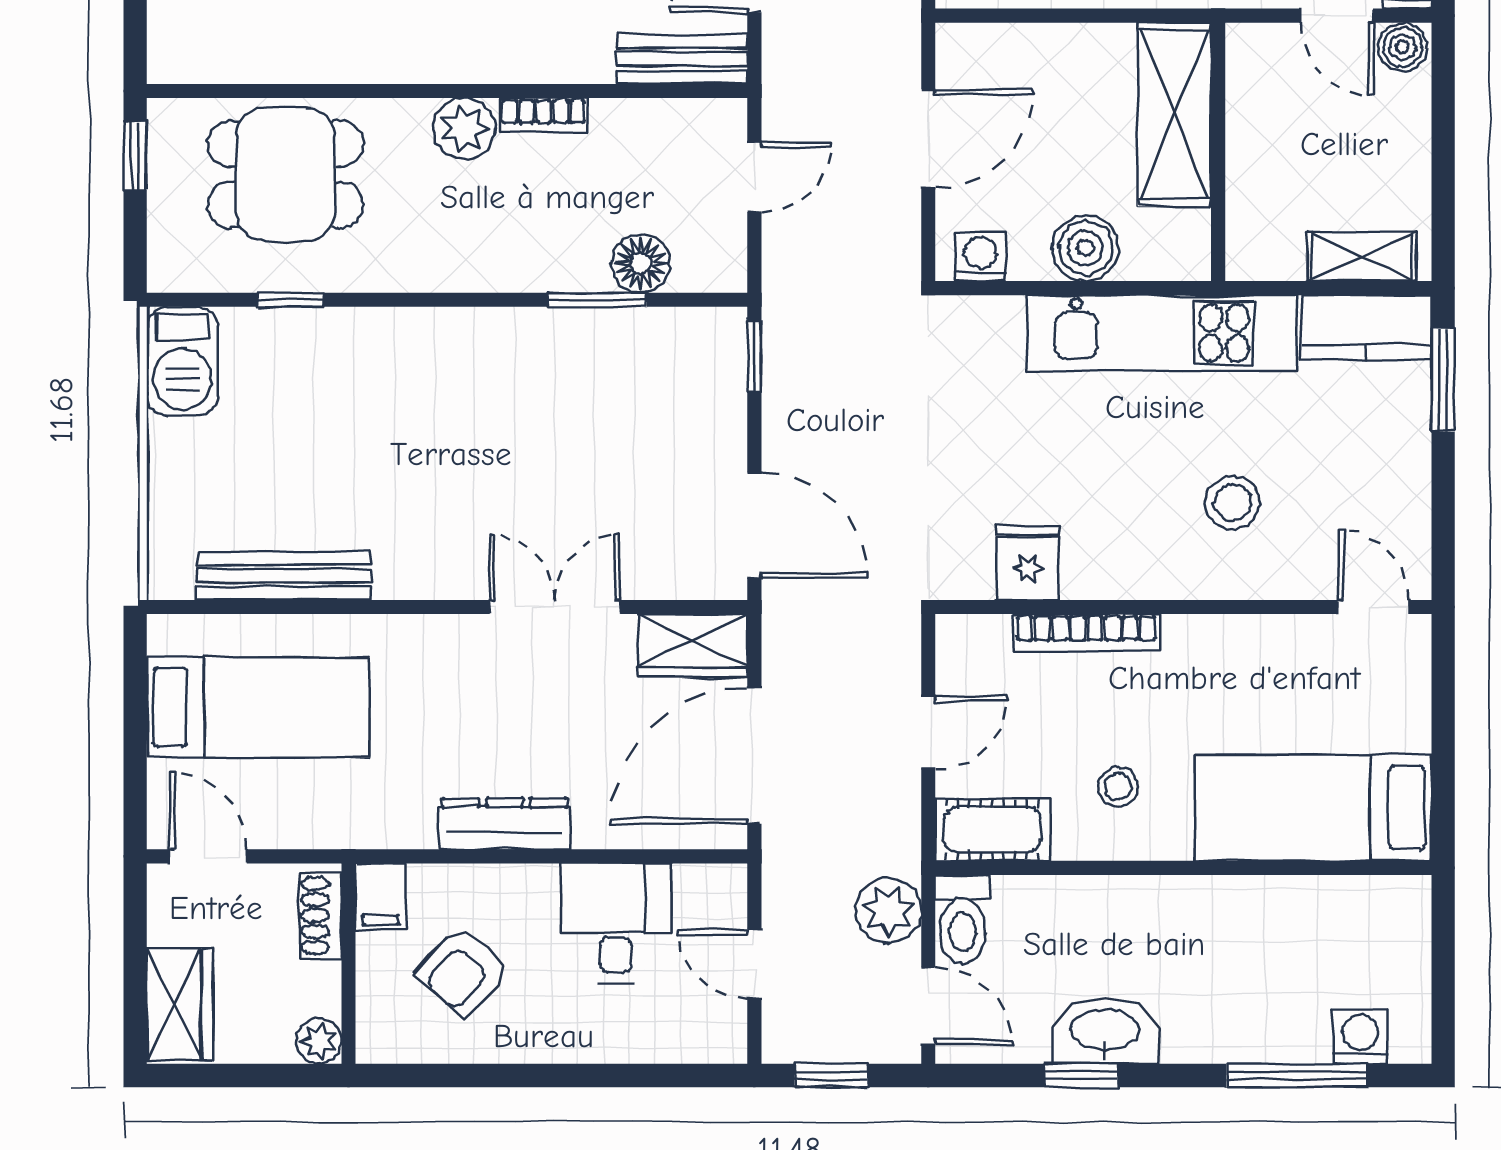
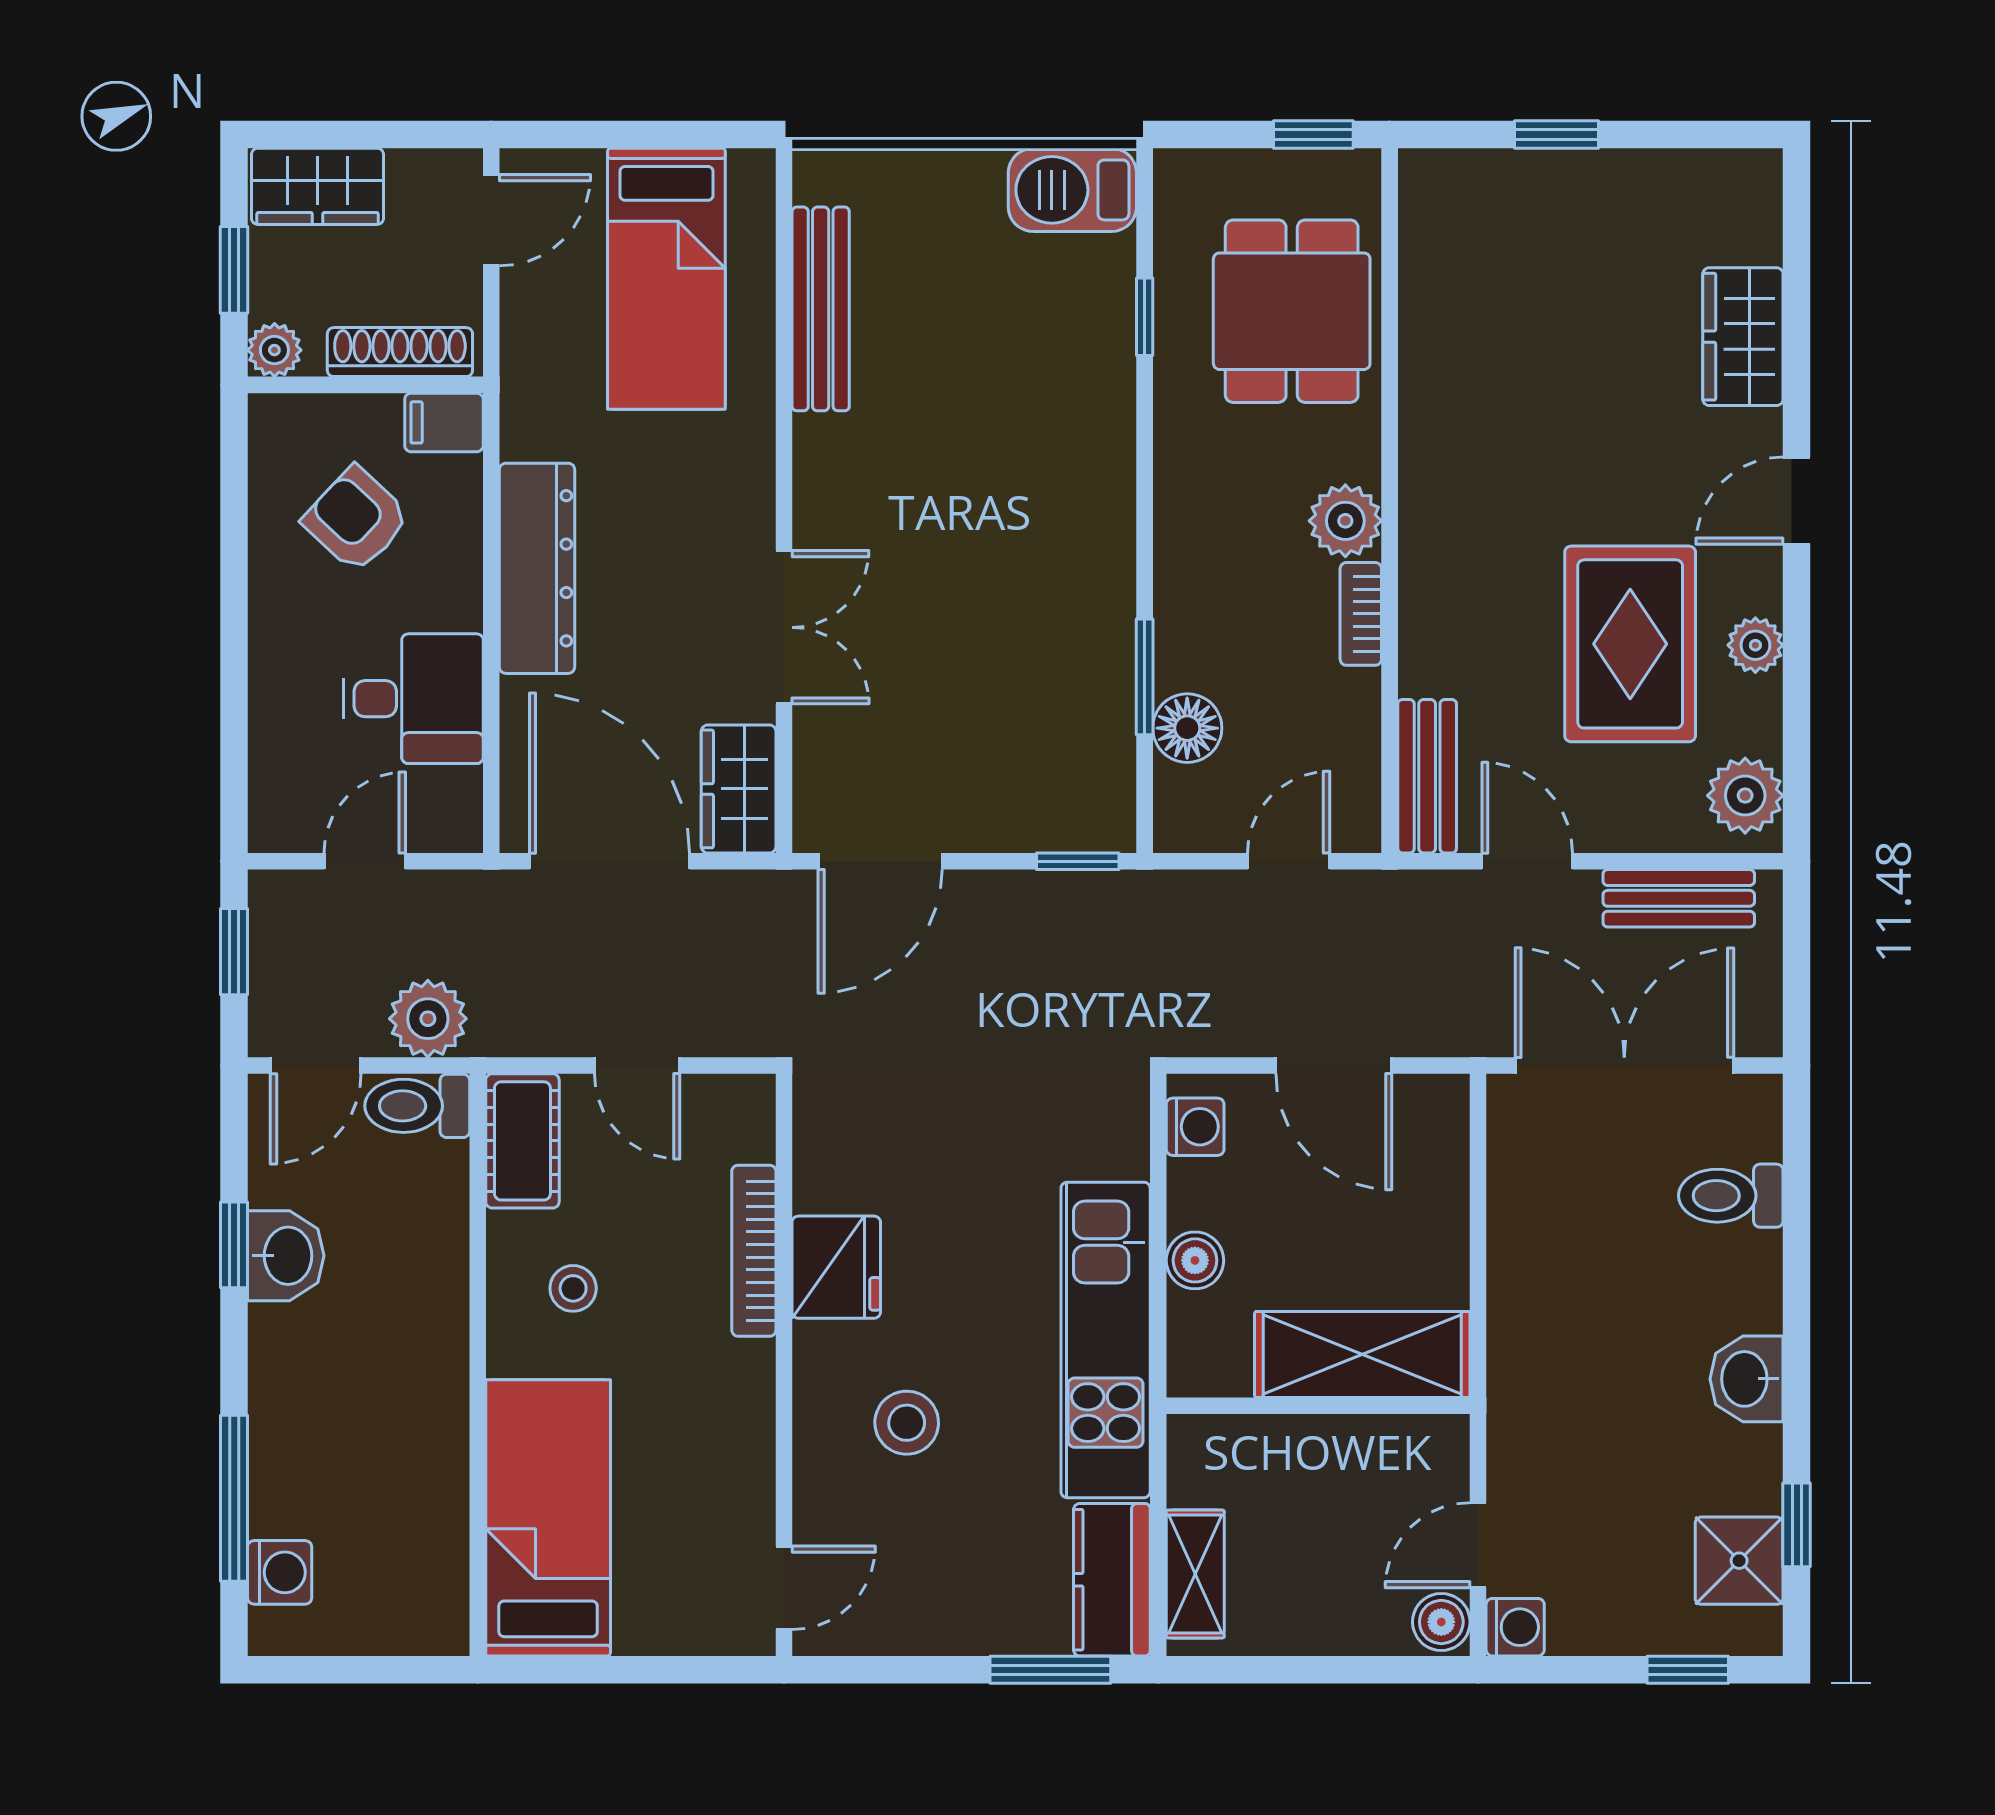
door: (754, 177) -> (1289, 861), swing flipped
boiler: (1086, 248) -> (1195, 1260), width x0.73, depth x0.73
fridge: (1028, 562) -> (836, 1267), moved, width x1.38
dresser: (505, 824) -> (537, 568), width x1.37, depth x1.24
shoe rack: (321, 916) -> (400, 352), width x1.43
washbasin: (1105, 1031) -> (286, 1256), width x0.72
window: (250, 1075) -> (234, 270), added

